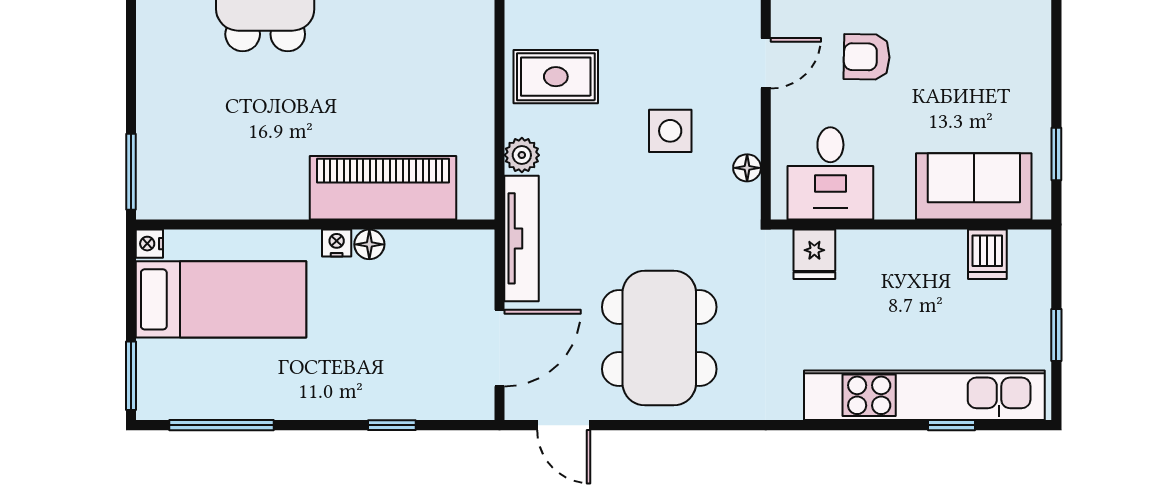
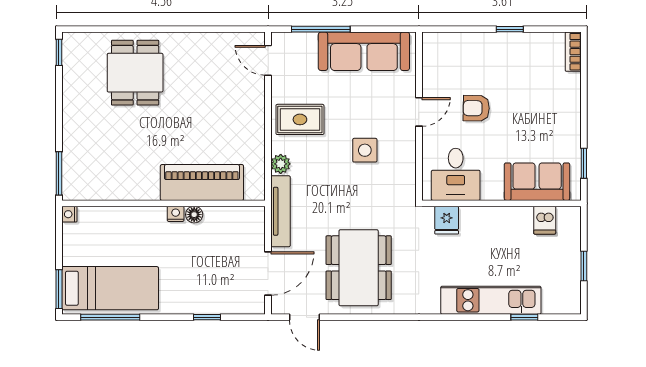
floor lamp: (747, 168) -> (408, 171), removed
bed: (221, 299) -> (110, 288), moved
kitchen unit: (924, 395) -> (491, 300), width x0.73

